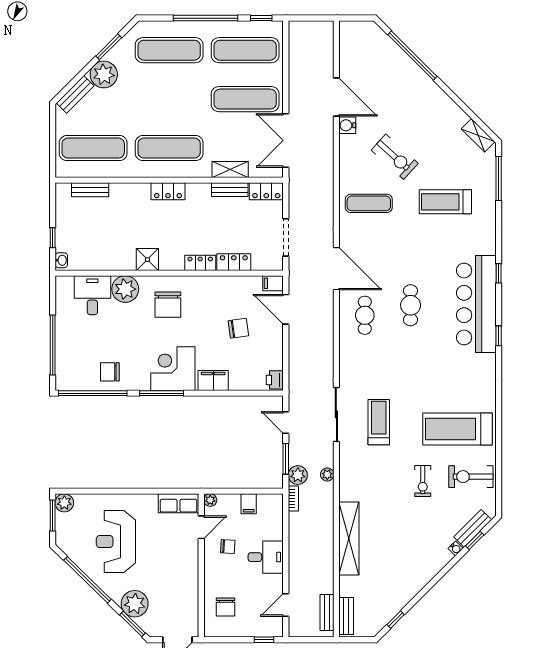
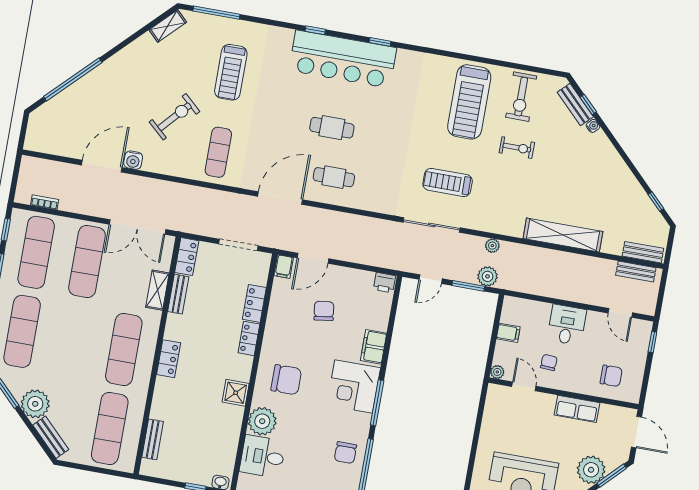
bookcase: (293, 498) -> (45, 202), moved
row of seats: (179, 503) -> (577, 409), moved, turned 90

